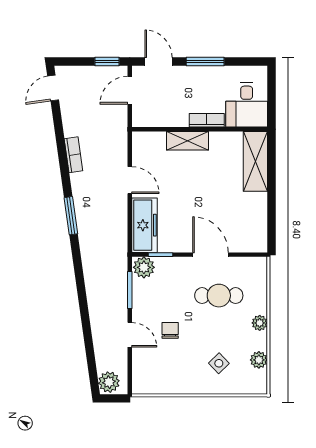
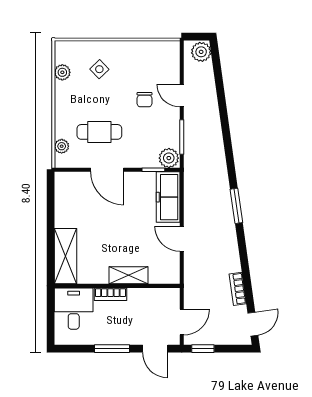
bookcase: (73, 155) -> (238, 289), moved
plant: (260, 323) -> (62, 146), moved

